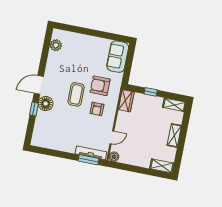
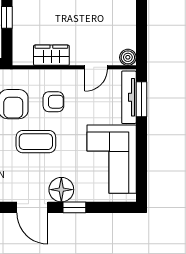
wardrobe: (126, 101) -> (51, 55), moved
corner sofa: (57, 136) -> (112, 159), added
door: (112, 137) -> (96, 67), swing flipped

